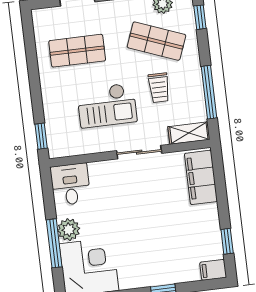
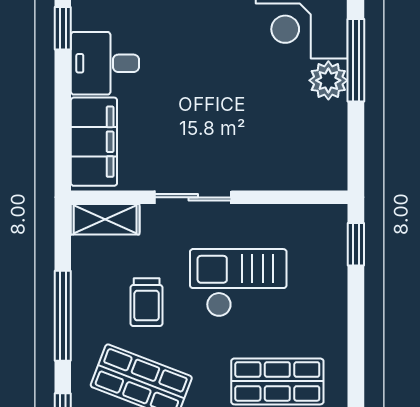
trolley: (159, 88) -> (147, 302), turned 180
window: (209, 92) -> (63, 316), moved
desk: (70, 184) -> (105, 63), moved, turned 90

